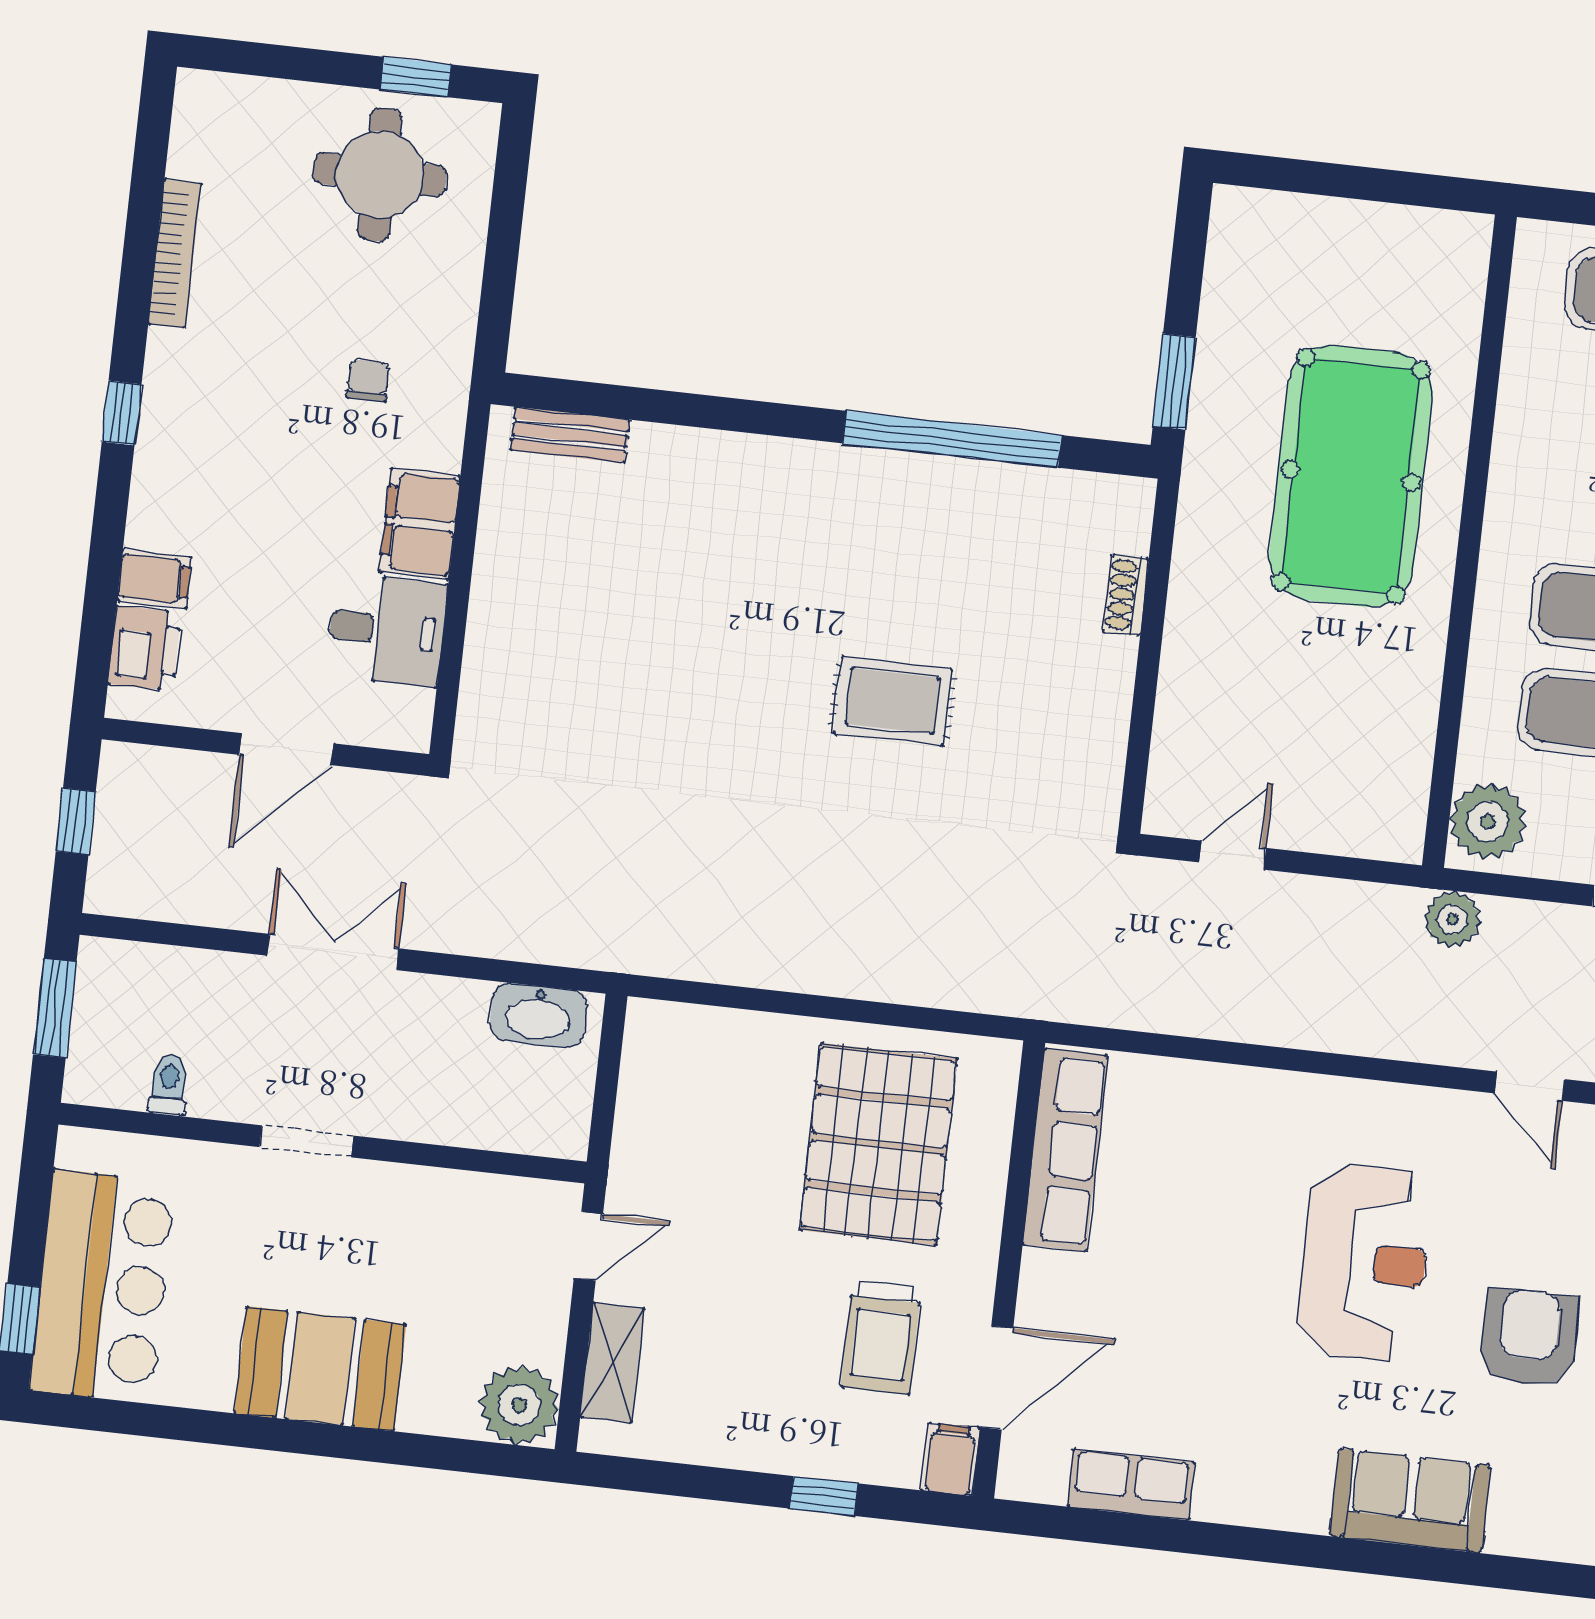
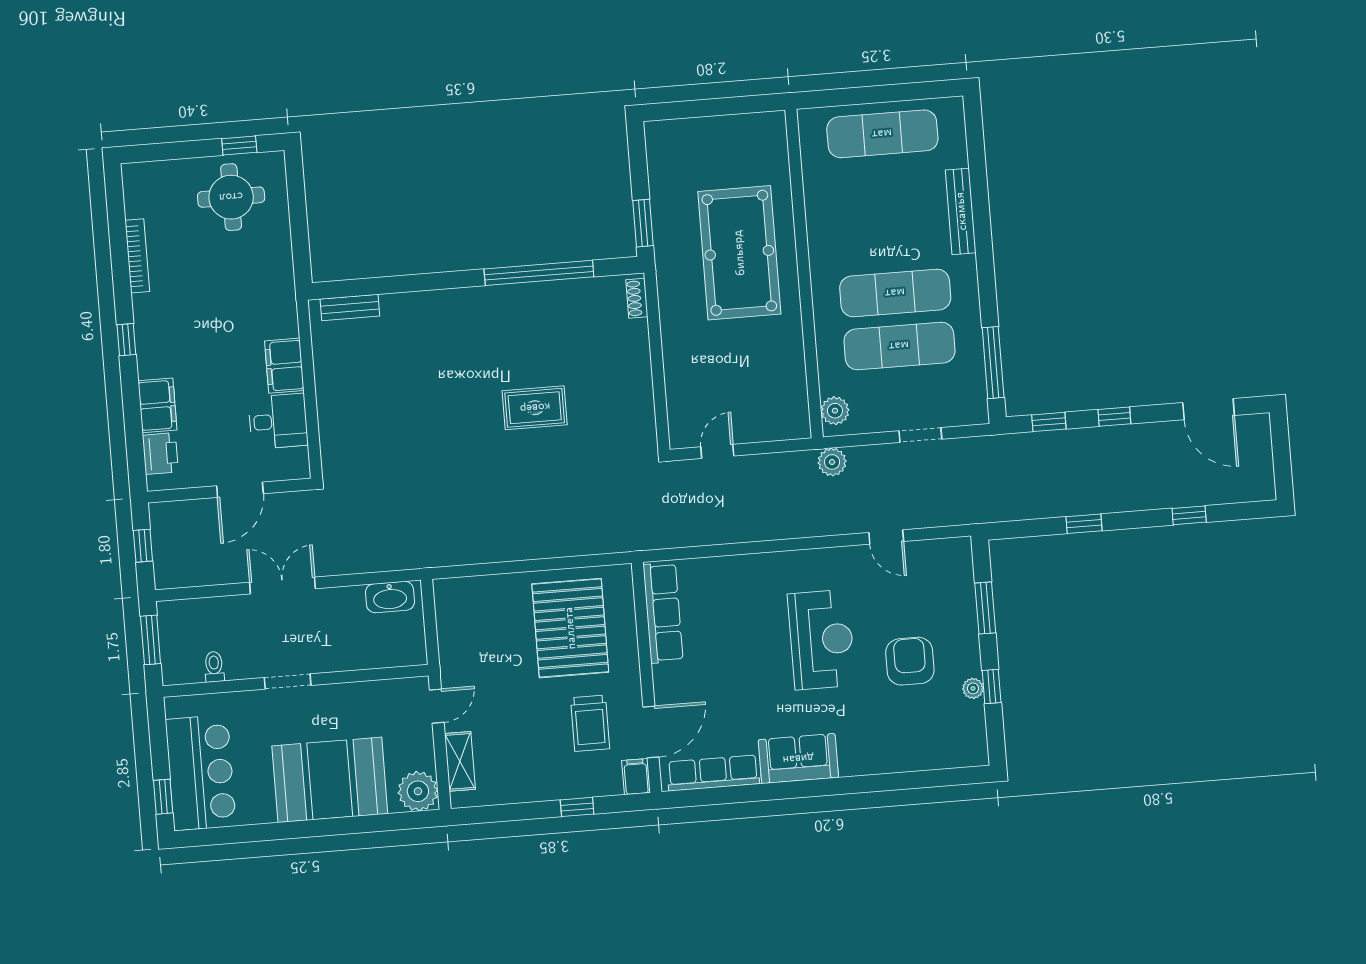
chair: (368, 381) -> (245, 300), removed
filing cabinet: (154, 579) -> (157, 405), width x2.00
shoe rack: (1126, 595) -> (637, 298), moved
plant: (1488, 822) -> (835, 411), width x0.73, depth x0.73
booth: (320, 1369) -> (330, 780), width x1.36, depth x1.42
row of seats: (1131, 1485) -> (713, 773), width x1.48
sofa: (1410, 1501) -> (798, 759), moved

